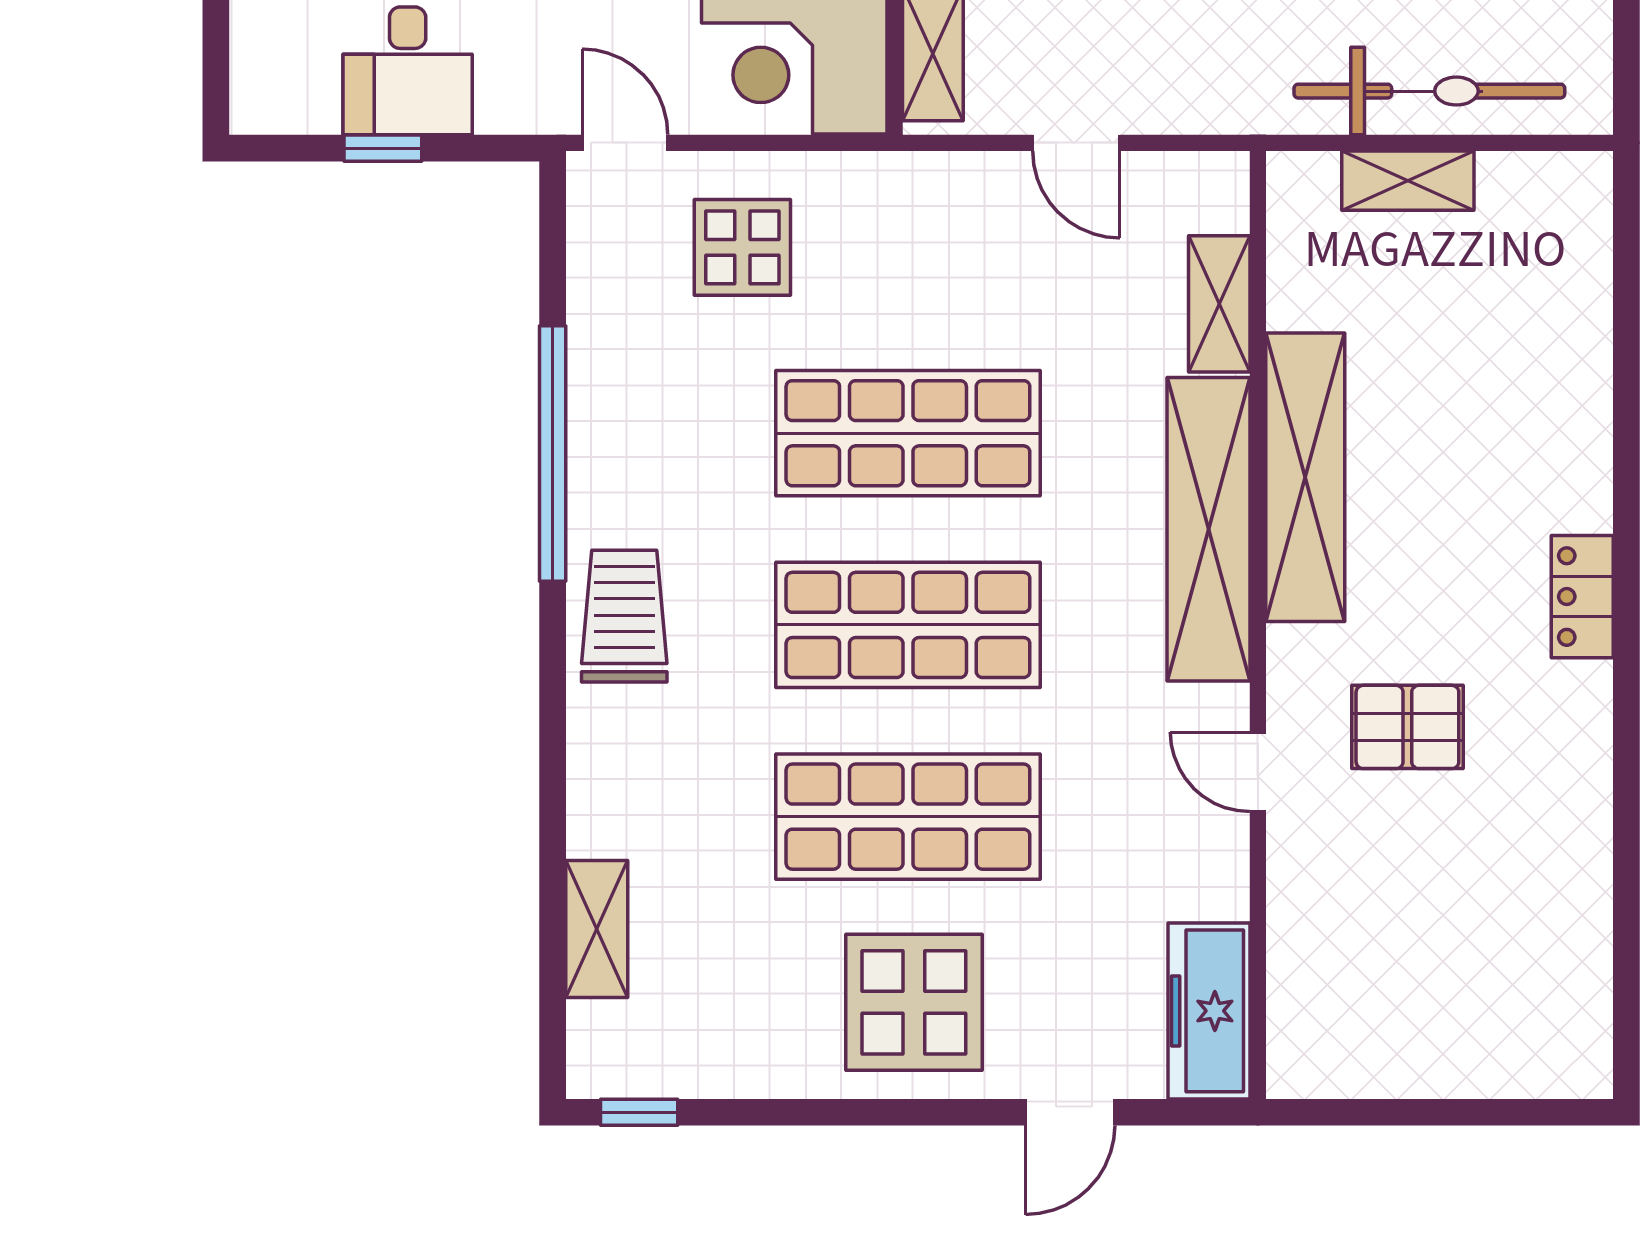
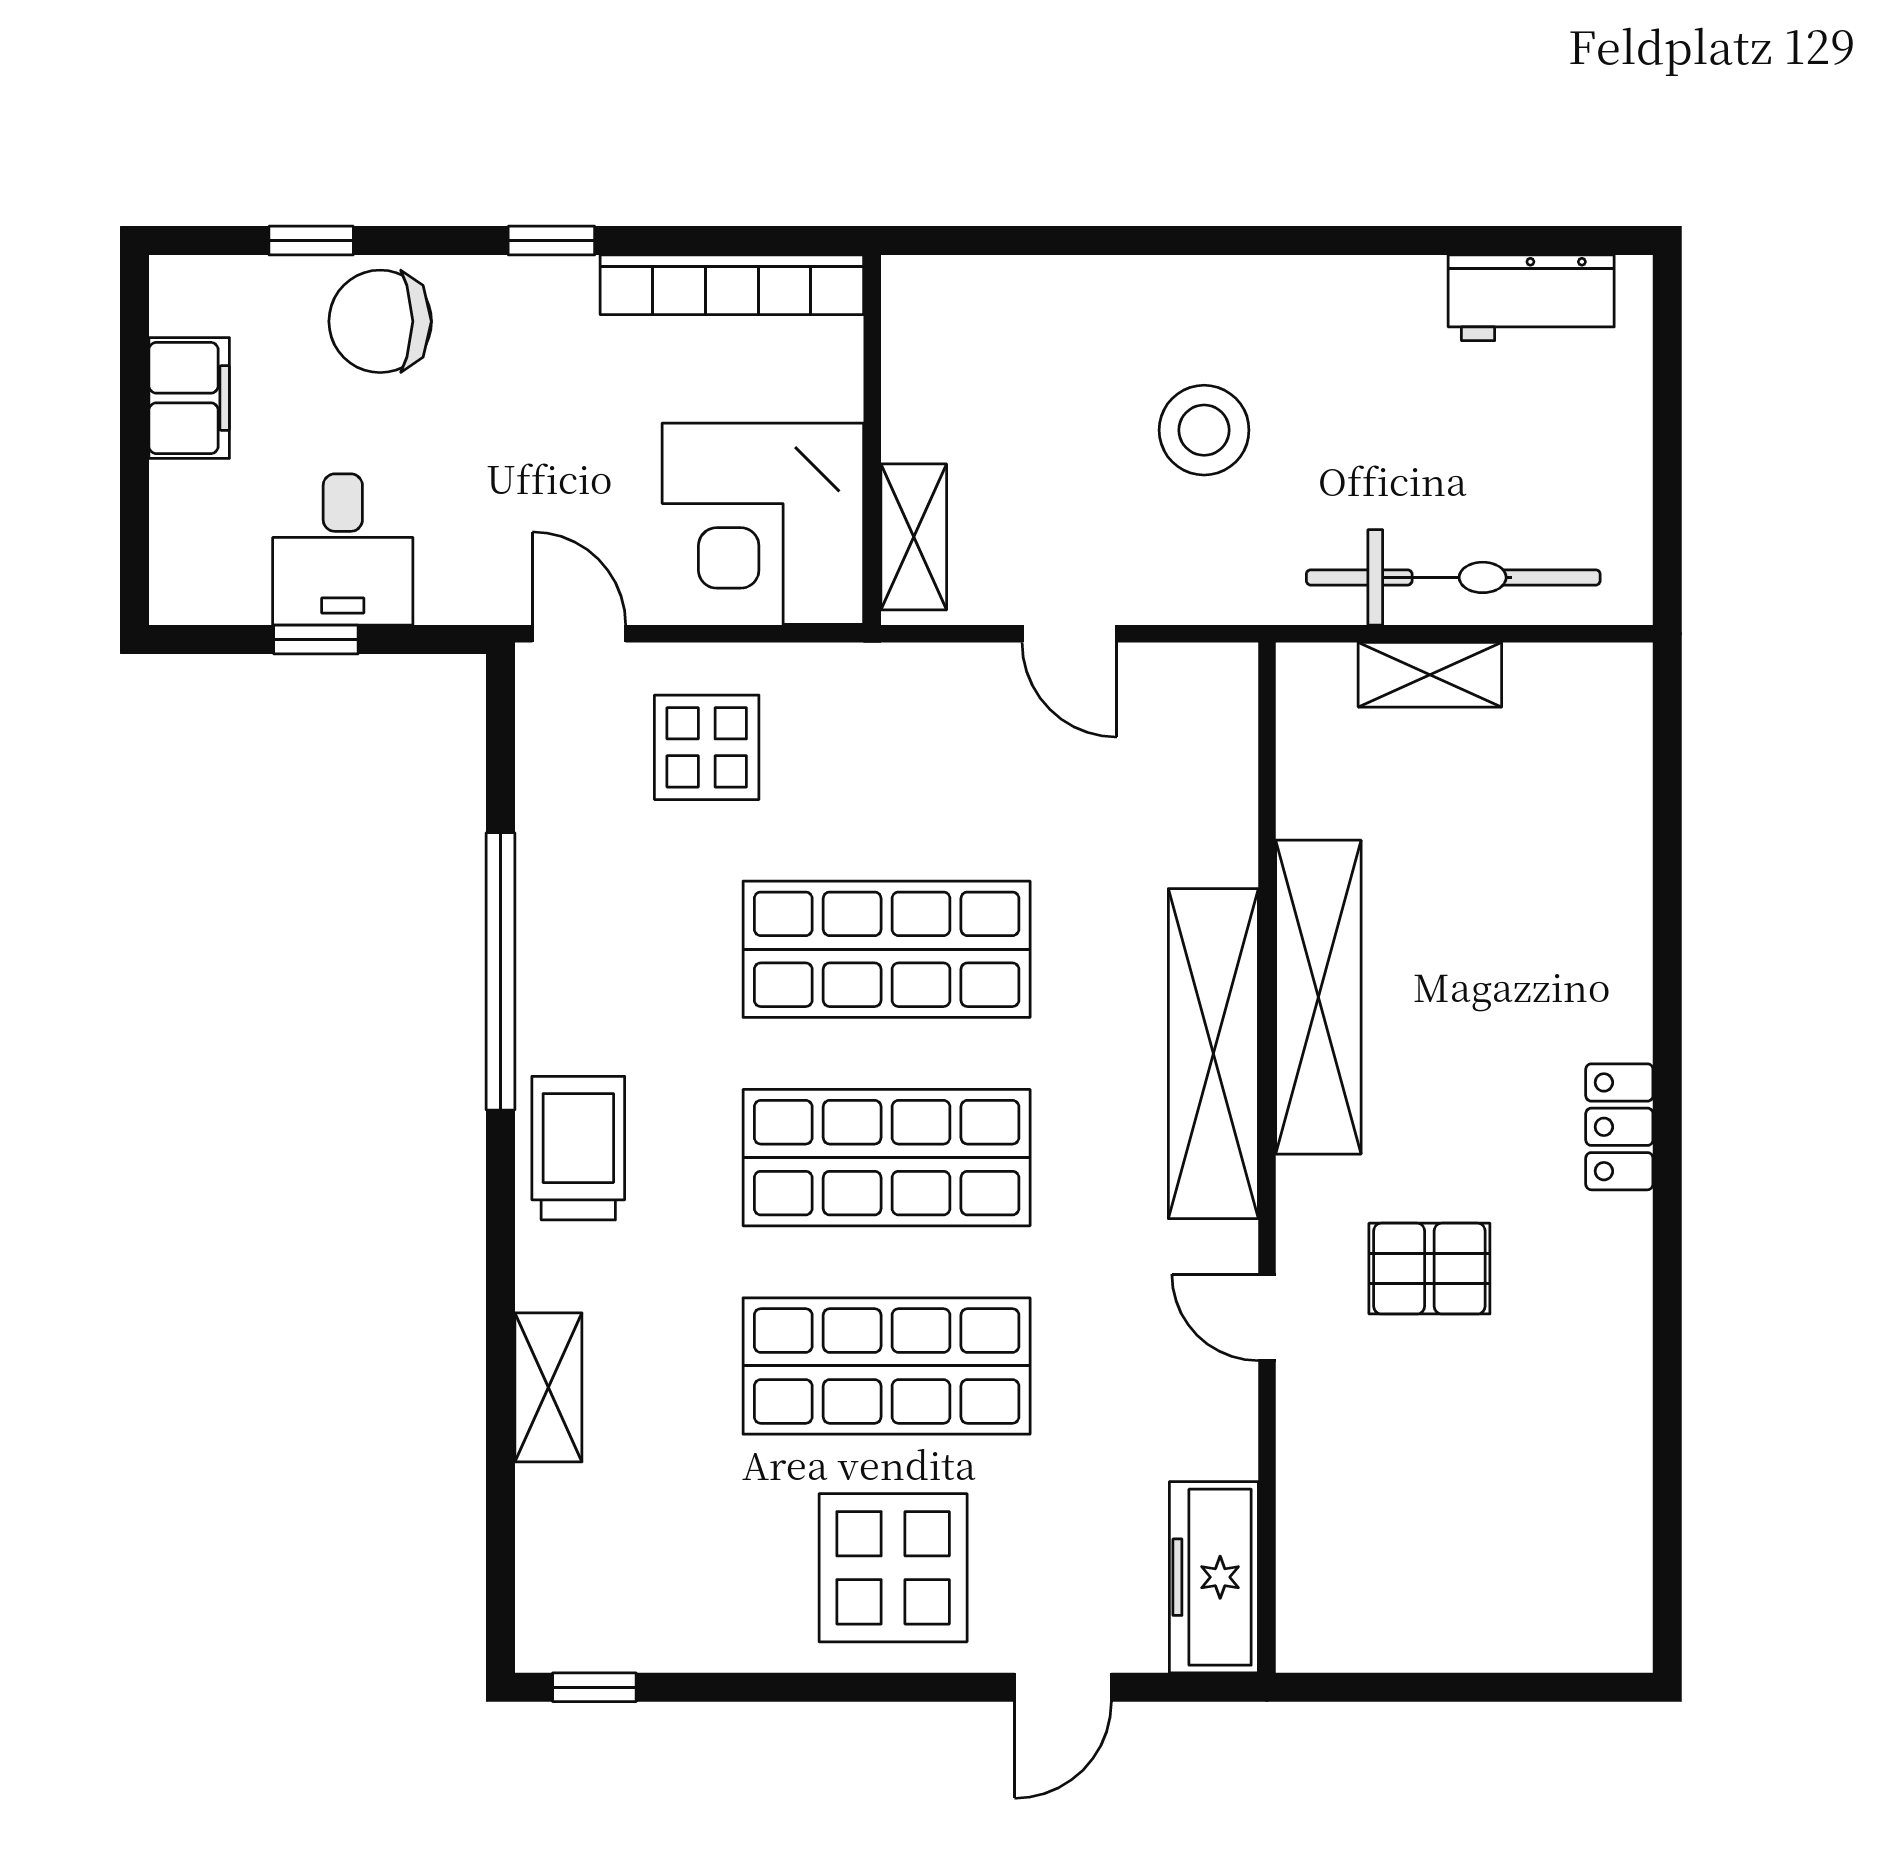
shelving: (1219, 304) -> (1225, 809), removed
shelving: (597, 929) -> (548, 1387), moved

